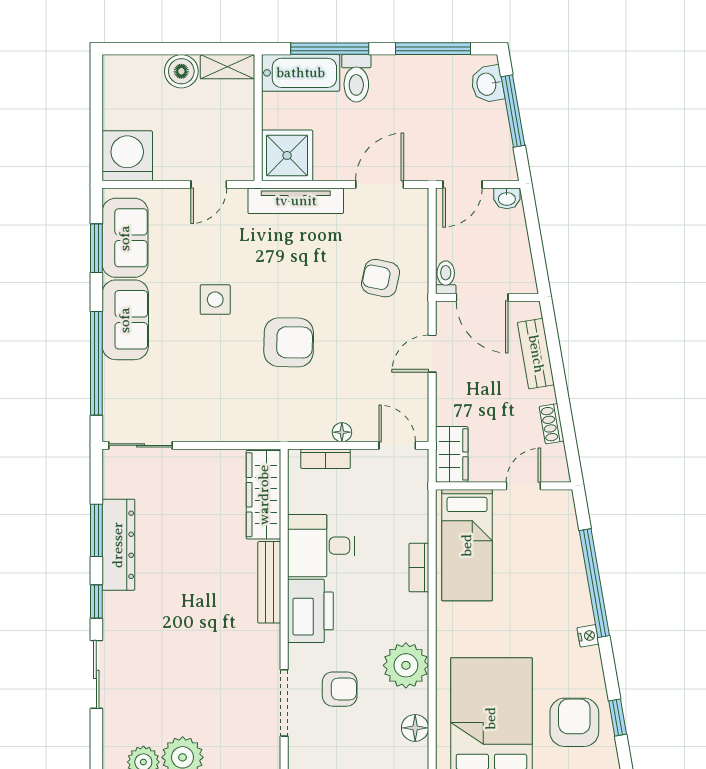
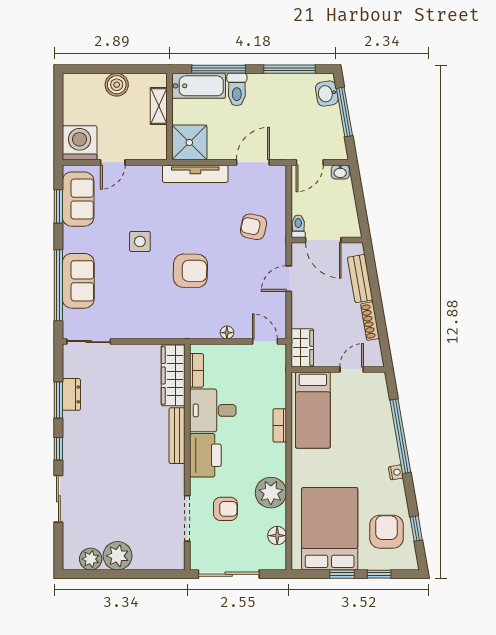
shelving: (227, 67) -> (159, 106), moved, turned 90
door: (209, 184) -> (113, 162), moved
sofa: (125, 320) -> (78, 281), moved
shoe rack: (552, 424) -> (370, 321), width x1.43
bookcase: (326, 459) -> (196, 370), moved, turned -90
dresser: (118, 545) -> (71, 394), width x0.51, depth x0.80

